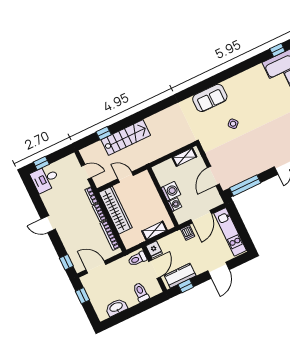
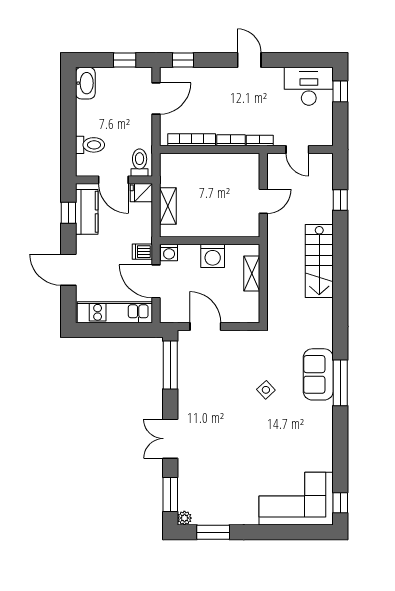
window: (209, 83) -> (340, 383), added
stairs: (126, 138) -> (319, 261), moved
shelving: (184, 157) -> (252, 274), moved
door: (86, 172) -> (297, 149), hinge flipped
desk: (45, 179) -> (309, 86), width x1.37
washing machine: (175, 204) -> (169, 253), moved
wardrobe: (116, 210) -> (223, 165), removed
door: (48, 224) -> (249, 60), hinge flipped
washbasin: (116, 307) -> (85, 83), moved

